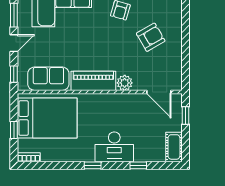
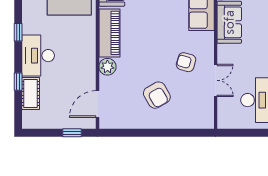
cot: (174, 147) -> (31, 93), moved, turned 90

